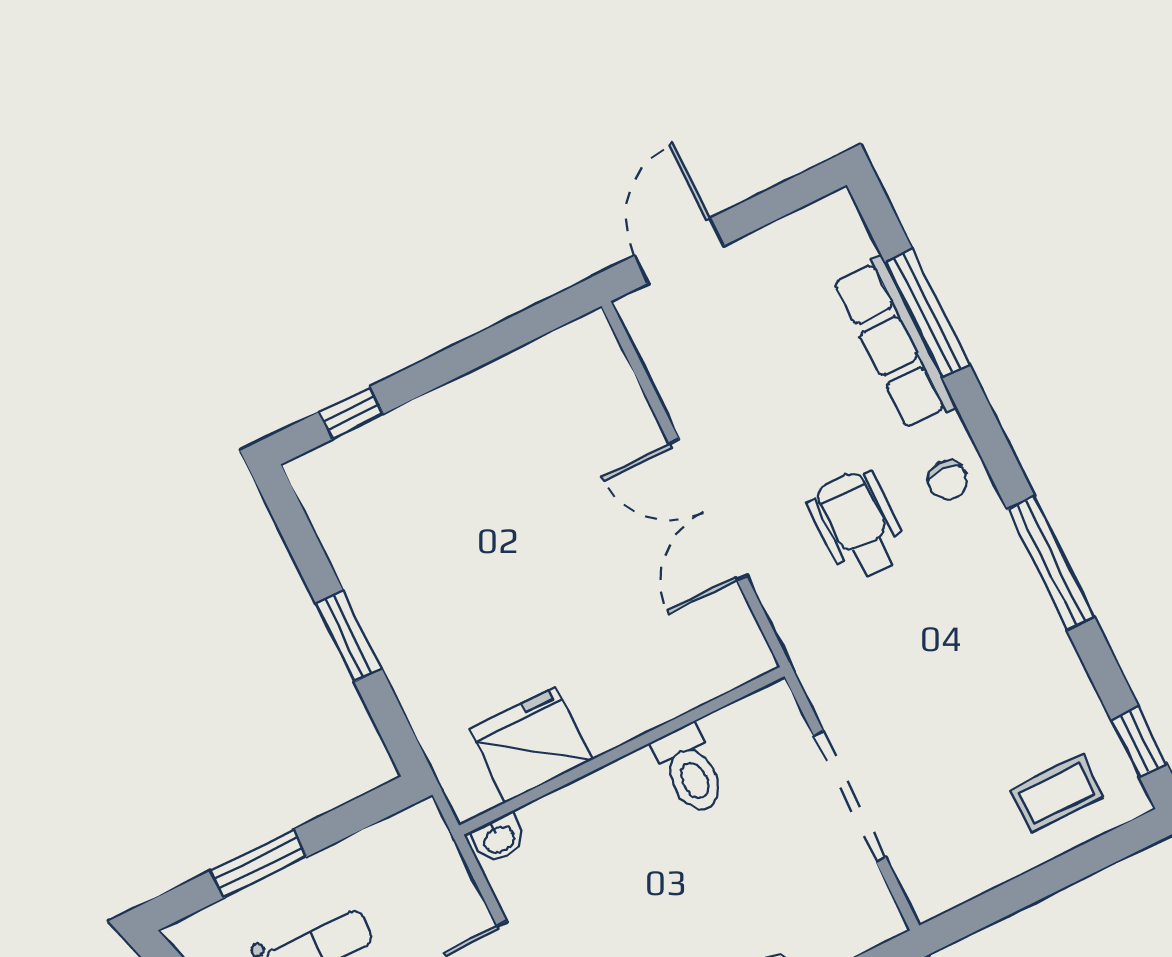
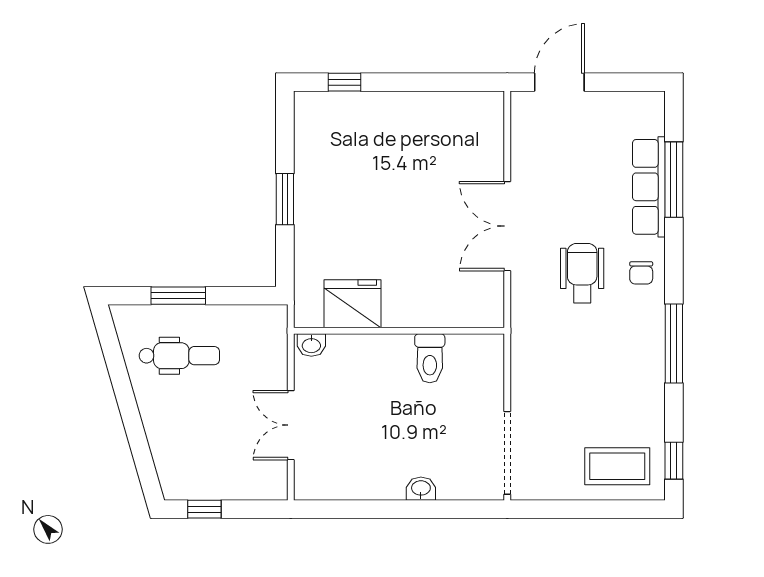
coffee table: (1057, 793) -> (617, 466), width x1.36, depth x1.30
doorway: (850, 796) -> (507, 453), moved

